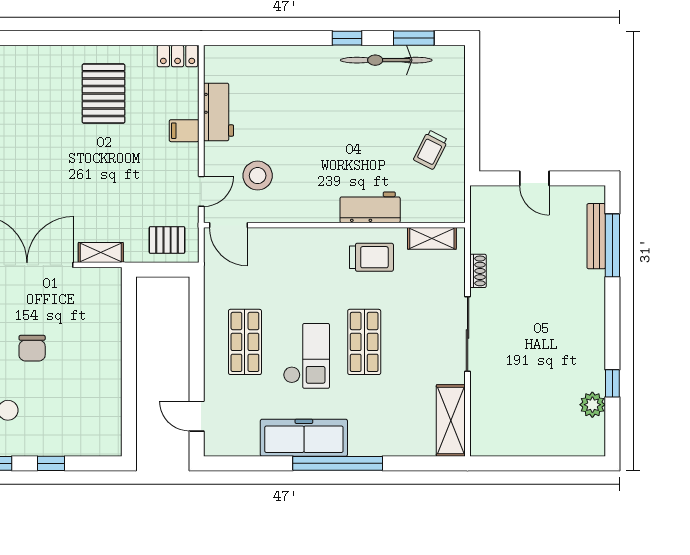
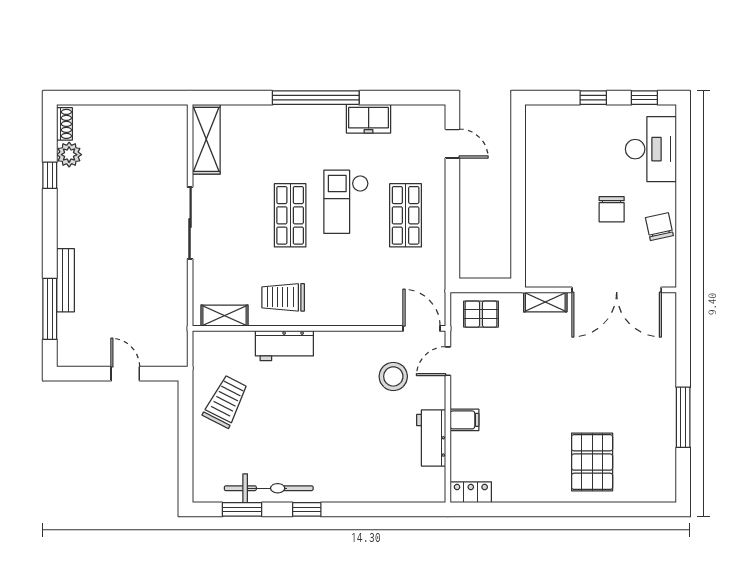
pallet: (103, 94) -> (592, 462), moved
trolley: (431, 150) -> (226, 402), width x1.36, depth x1.39
bench: (596, 236) -> (65, 280), moved
shoe rack: (478, 271) -> (64, 124), moved, turned 180
chair: (32, 348) -> (612, 209), turned 180
freezer: (304, 438) -> (369, 119), width x0.52, depth x0.79

